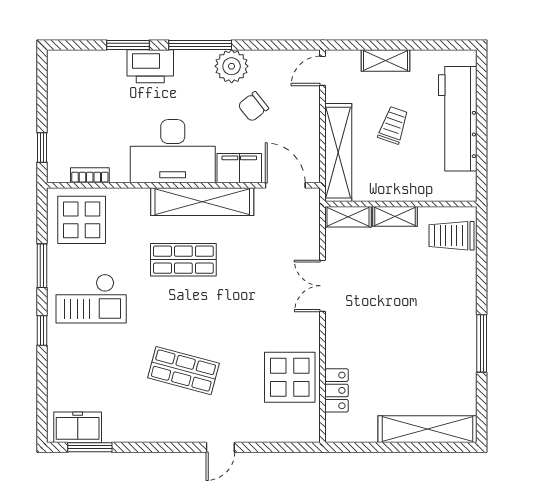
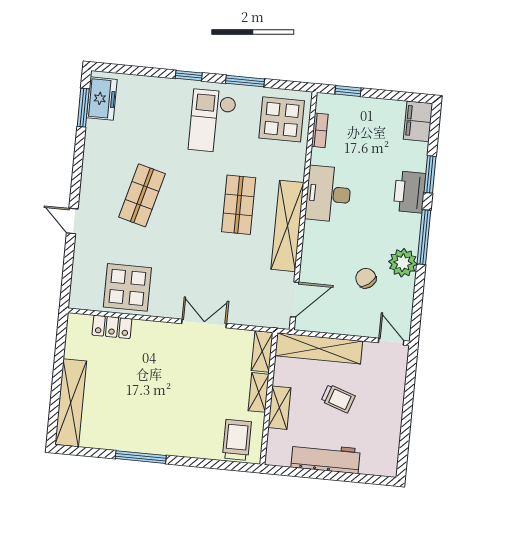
shelving: (385, 61) -> (279, 408), moved
workbench: (458, 119) -> (326, 458), width x0.73, depth x0.76
desk: (173, 151) -> (328, 194), width x0.73, depth x0.77
filing cabinet: (239, 168) -> (418, 121), moved, turned 180

